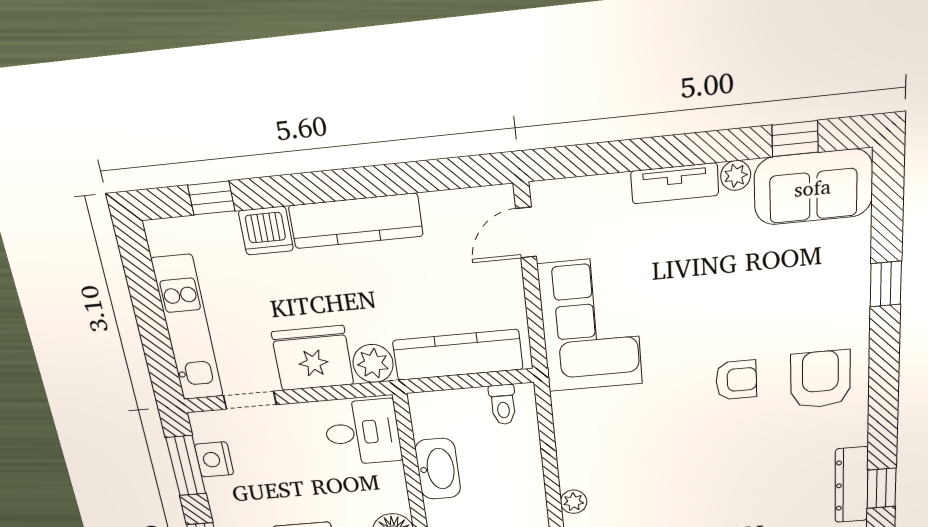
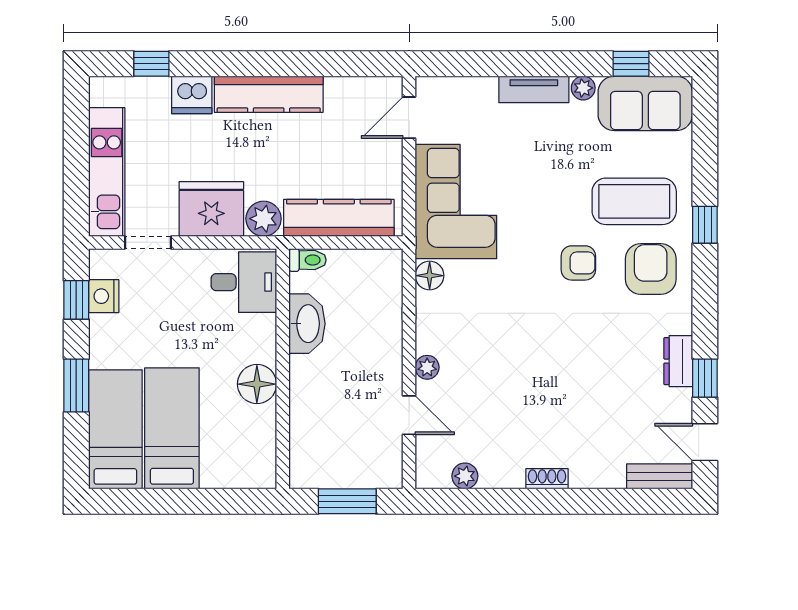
window: (886, 284) -> (705, 225), moved
coffee table: (801, 305) -> (634, 201), added
toilet: (503, 405) -> (307, 260), moved, turned -90
floor lamp: (567, 408) -> (430, 276), added
window: (186, 466) -> (76, 300), width x0.67
dresser: (851, 485) -> (678, 361), width x0.70

